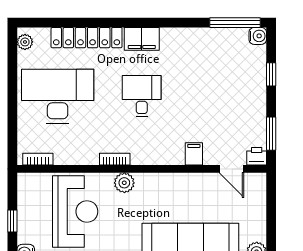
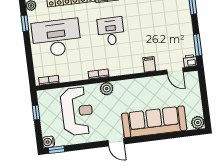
window: (12, 68) -> (25, 23), added
window: (12, 221) -> (36, 112), moved

